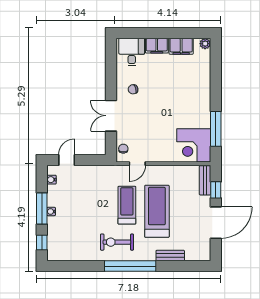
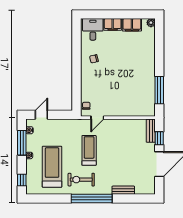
double door: (111, 116) -> (76, 80), removed
corner desk: (194, 145) -> (142, 103), removed
window: (42, 208) -> (22, 143), moved
treadmill: (157, 211) -> (52, 167), moved

